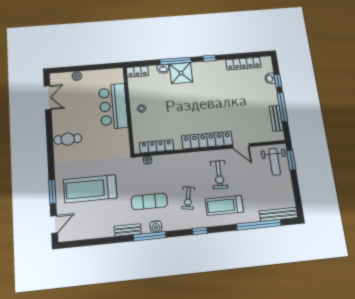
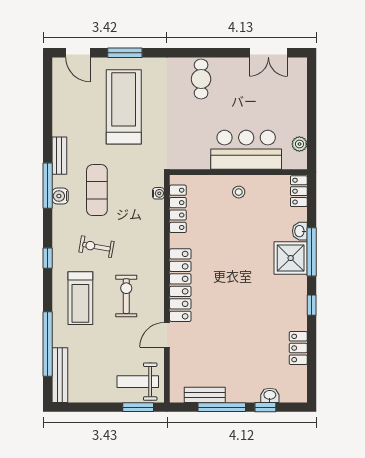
locker: (243, 64) -> (298, 348), width x0.66
plant: (77, 76) -> (299, 144), moved
exercise bike: (219, 175) -> (126, 296), turned 89
treadmill: (224, 205) -> (80, 298), turned 180

